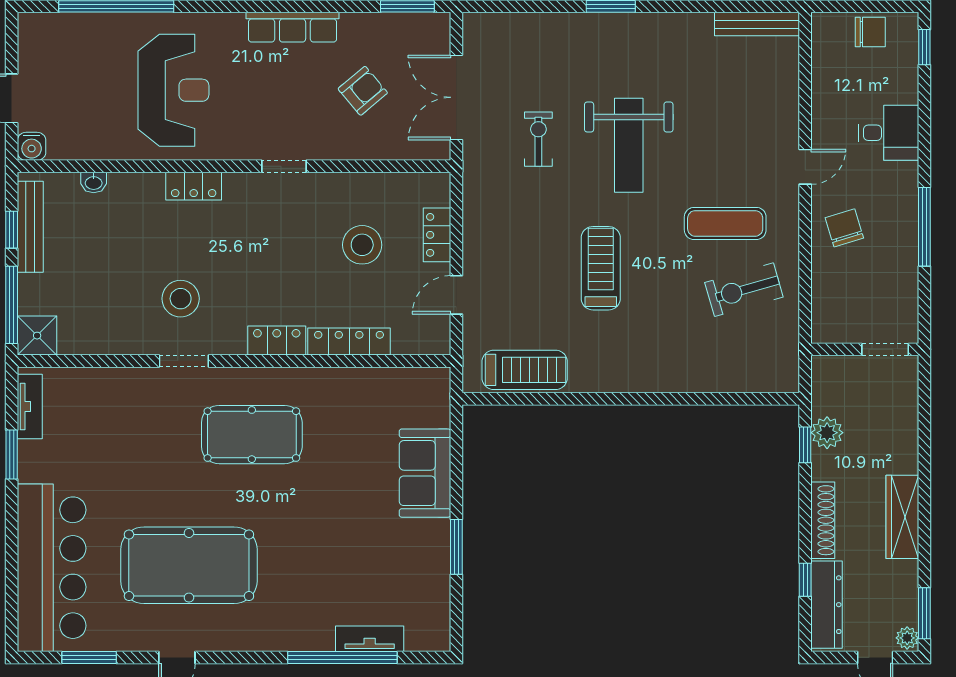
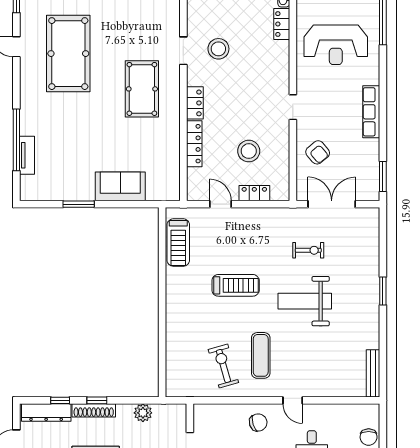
armchair: (363, 91) -> (318, 152), moved
locker: (194, 186) -> (282, 24), moved
window: (805, 445) -> (97, 400), moved

